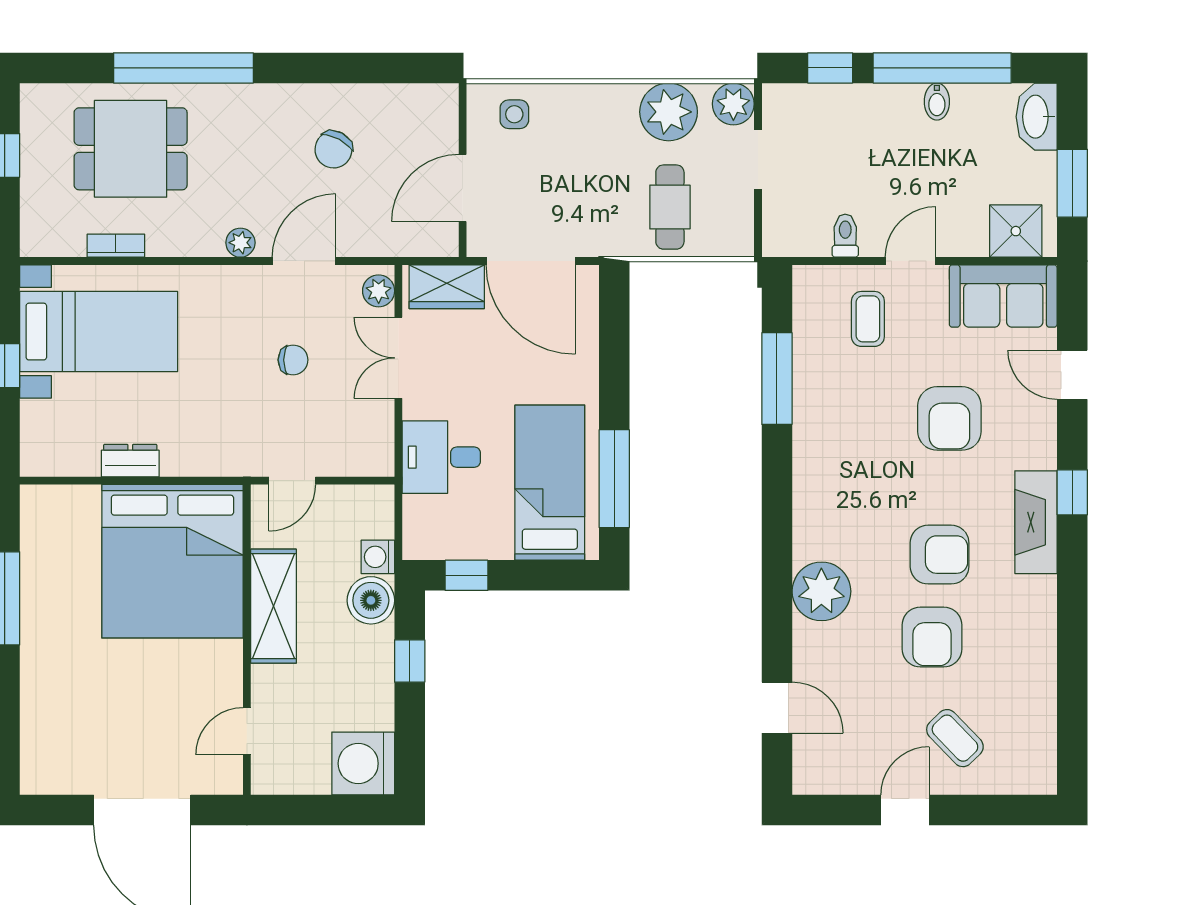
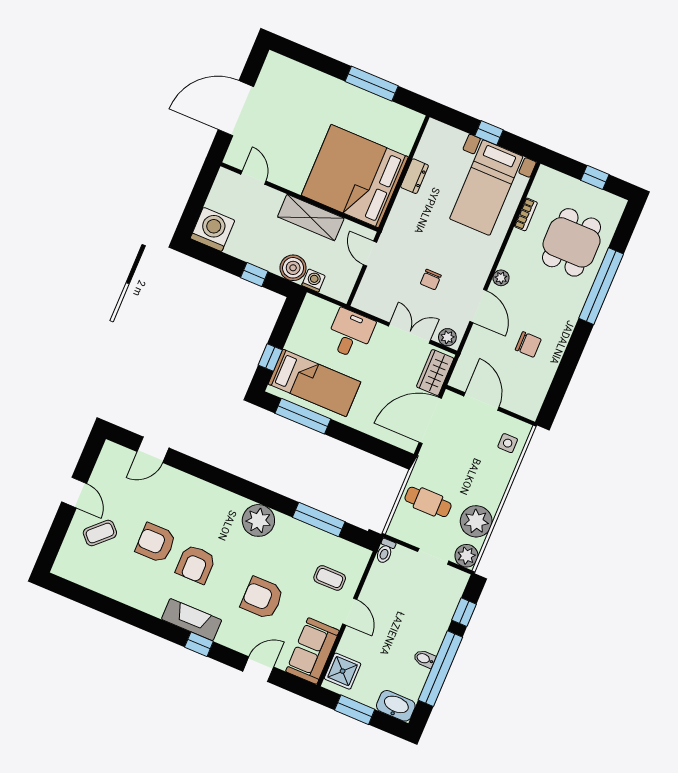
chair: (333, 149) -> (528, 345), turned 152
toilet: (845, 236) -> (385, 551), moved, turned 90
window: (467, 575) -> (270, 357), moved
plant: (821, 591) -> (258, 520), moved

